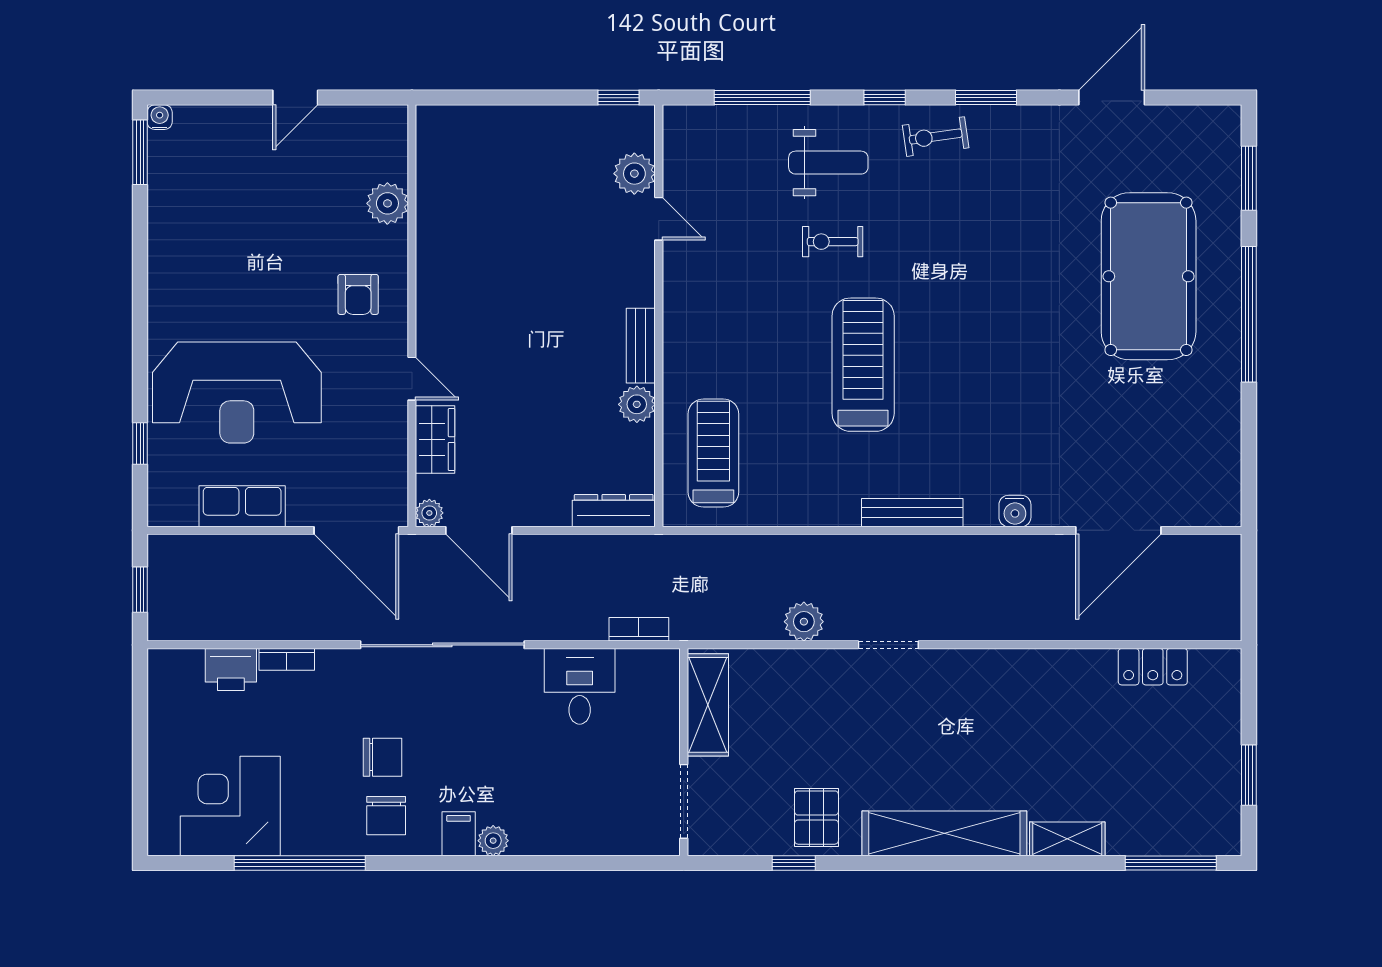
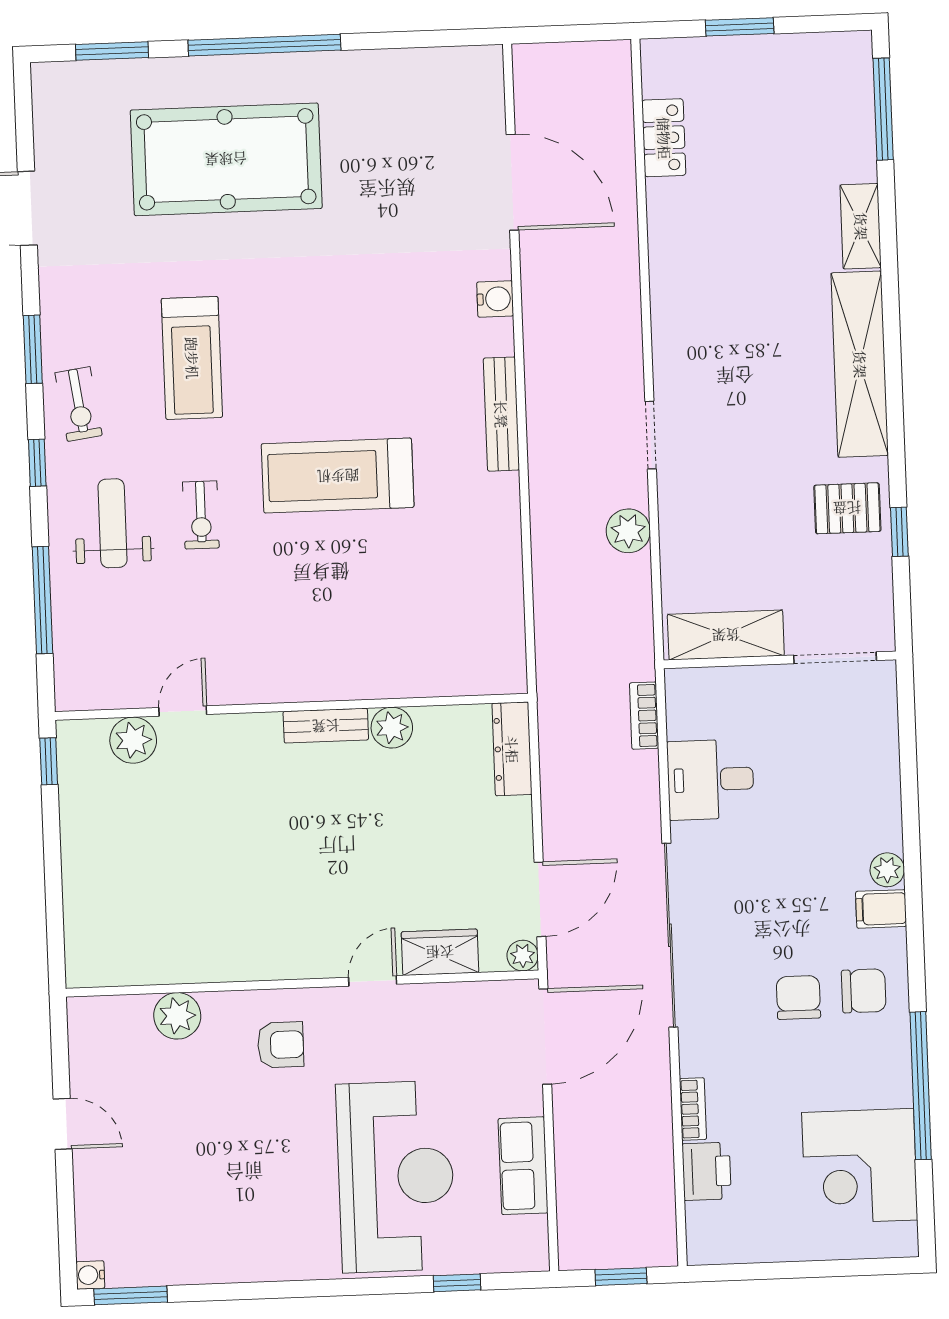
treadmill: (713, 453) -> (192, 358), moved, turned -90
window: (1249, 775) -> (740, 27), moved

